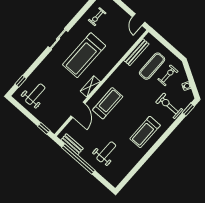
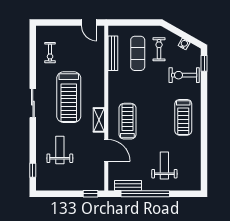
weight bench: (35, 94) -> (60, 150), moved

